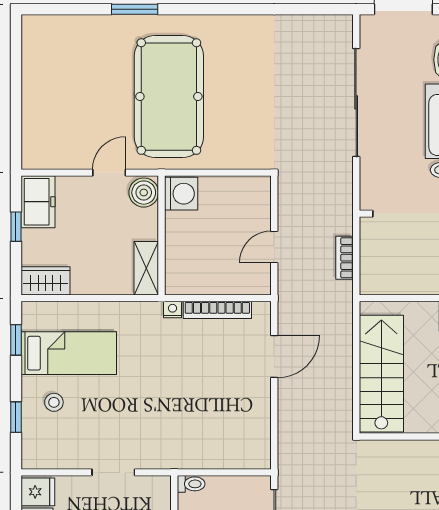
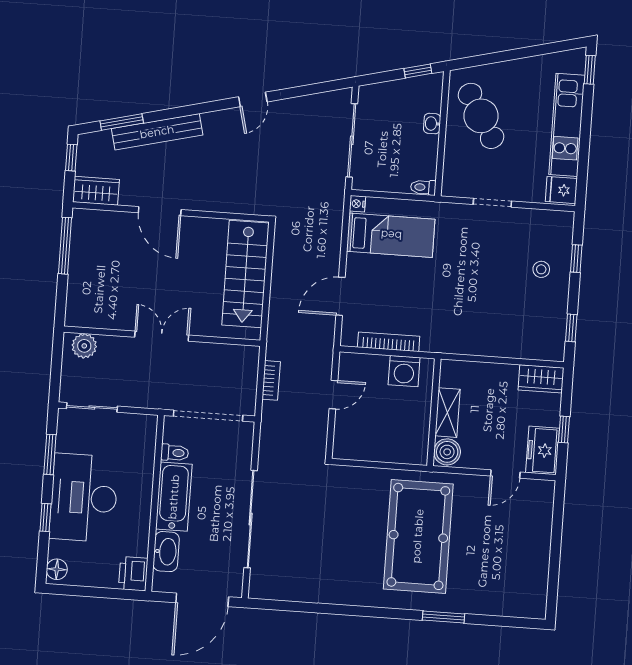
door: (109, 173) -> (505, 474), moved
washing machine: (181, 194) -> (404, 371), moved, turned -90
shelving: (146, 268) -> (448, 413), moved
nightstand: (172, 310) -> (357, 204), moved, turned 90
bed: (69, 353) -> (391, 235), moved, turned 180

